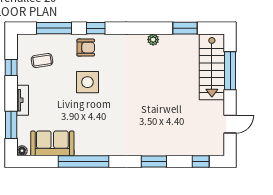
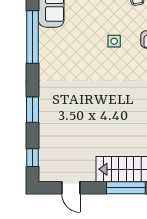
side table: (87, 82) -> (114, 41), width x0.54, depth x0.54

